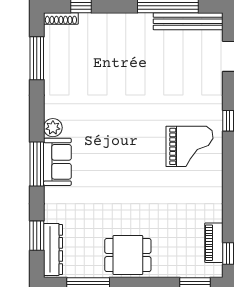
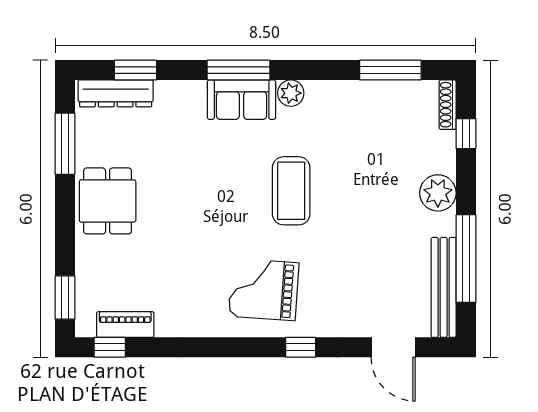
plant: (122, 25) -> (438, 193), added
coffee table: (121, 127) -> (291, 191), added
grand piano: (190, 146) -> (264, 290), turned 94

